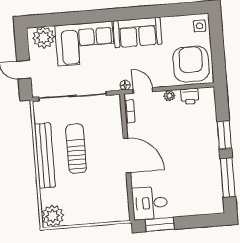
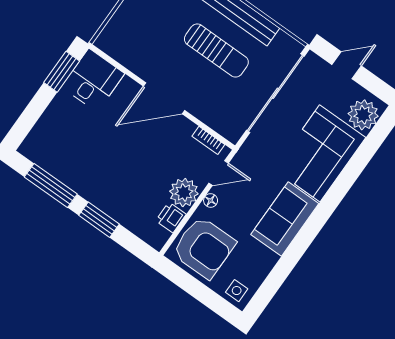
floor lamp: (125, 85) -> (211, 201), moved
plant: (169, 96) -> (184, 193), width x1.87, depth x1.87

